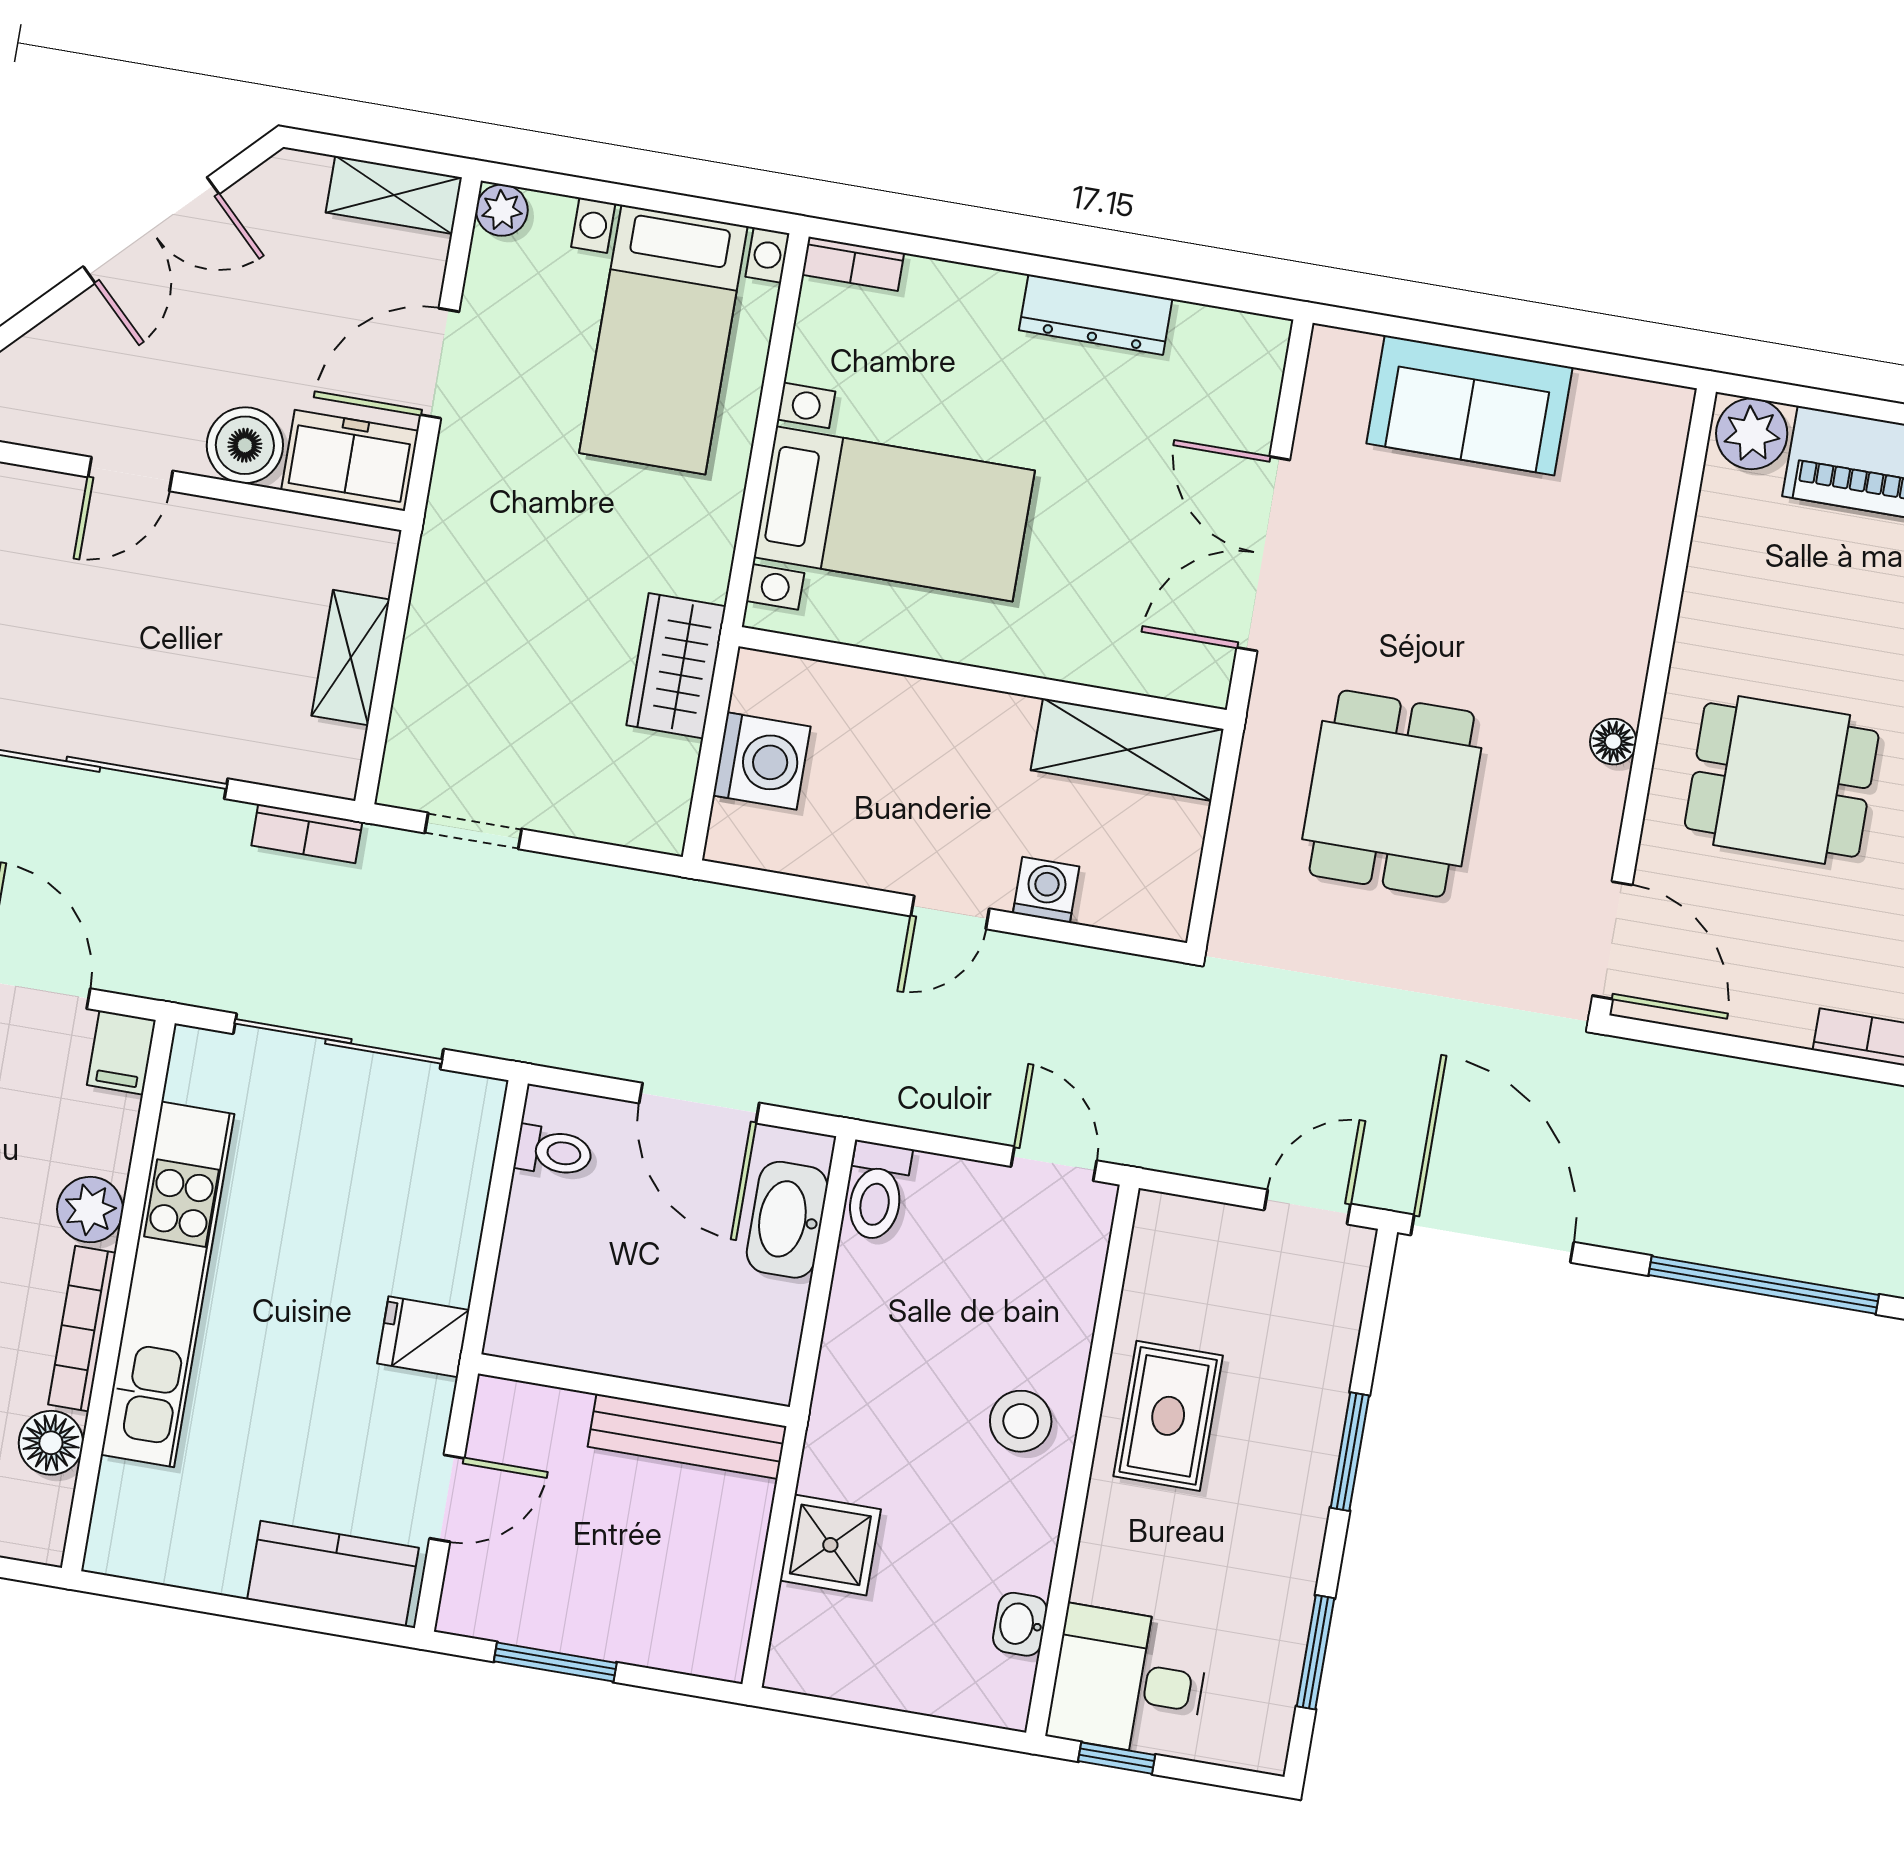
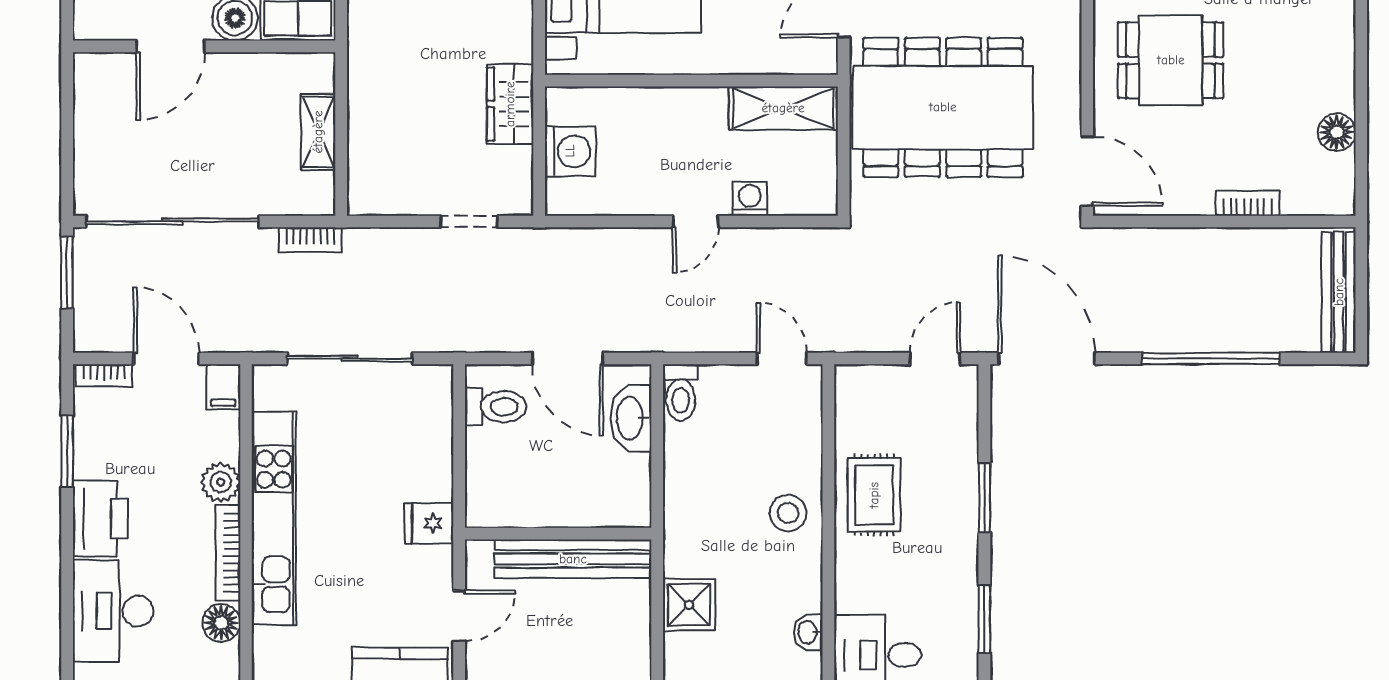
door: (130, 474) -> (171, 46), width x1.38
floor lamp: (1613, 742) -> (1068, 55), removed
dining table: (1392, 794) -> (943, 107), width x1.87, depth x1.24
doorway: (473, 831) -> (469, 221), moved
toilet: (554, 1152) -> (496, 407), width x1.37, depth x1.39
bench: (687, 1436) -> (573, 559), width x1.37, depth x1.21

